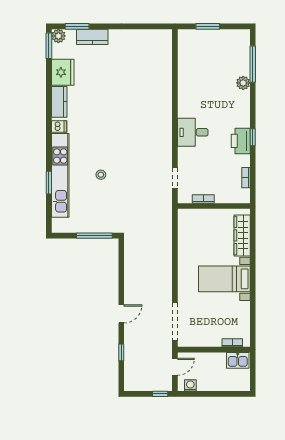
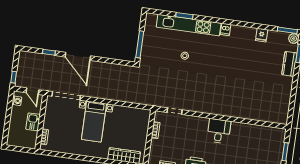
fridge: (63, 72) -> (262, 35), width x0.53, depth x0.75
kitchen counter: (59, 102) -> (244, 32), removed
desk: (193, 132) -> (219, 131), moved
bed with nightstands: (224, 279) -> (94, 122), moved, turned 180
door: (121, 314) -> (78, 56), width x1.88
kitchen sink: (238, 360) -> (33, 122), moved

